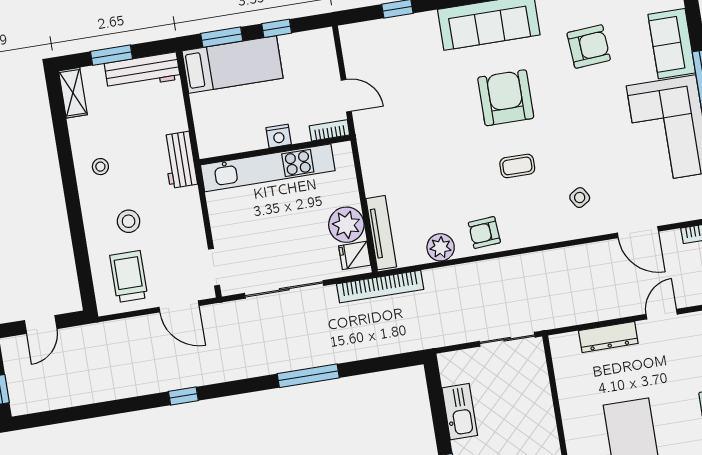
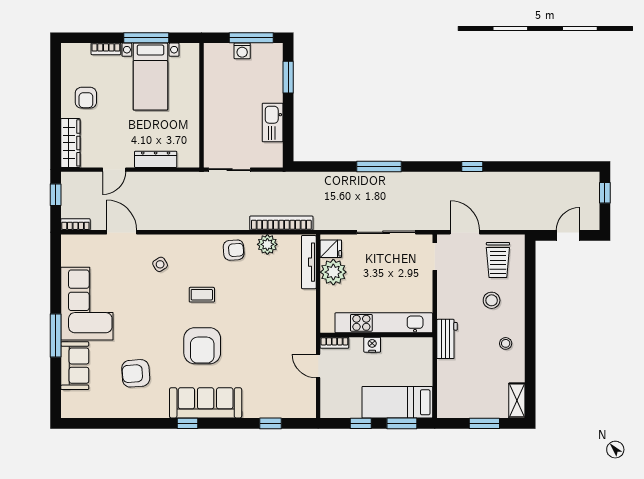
workbench: (142, 71) -> (464, 408), removed
bookcase: (380, 287) -> (281, 223), moved

